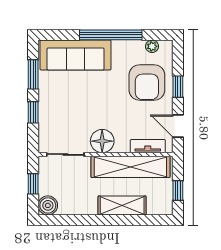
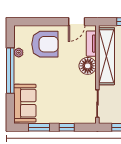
plant: (152, 46) -> (19, 53), moved
sofa: (75, 55) -> (25, 103), width x0.73
window: (178, 87) -> (48, 22), removed
floor lamp: (102, 141) -> (88, 66), moved

